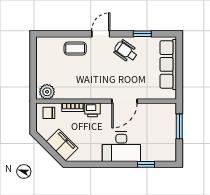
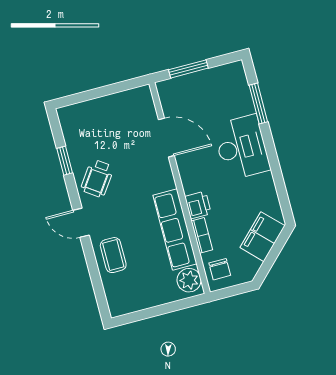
row of seats: (168, 64) -> (175, 230), moved, turned 90
door: (124, 101) -> (166, 138), moved
window: (146, 164) -> (258, 103), width x1.50

